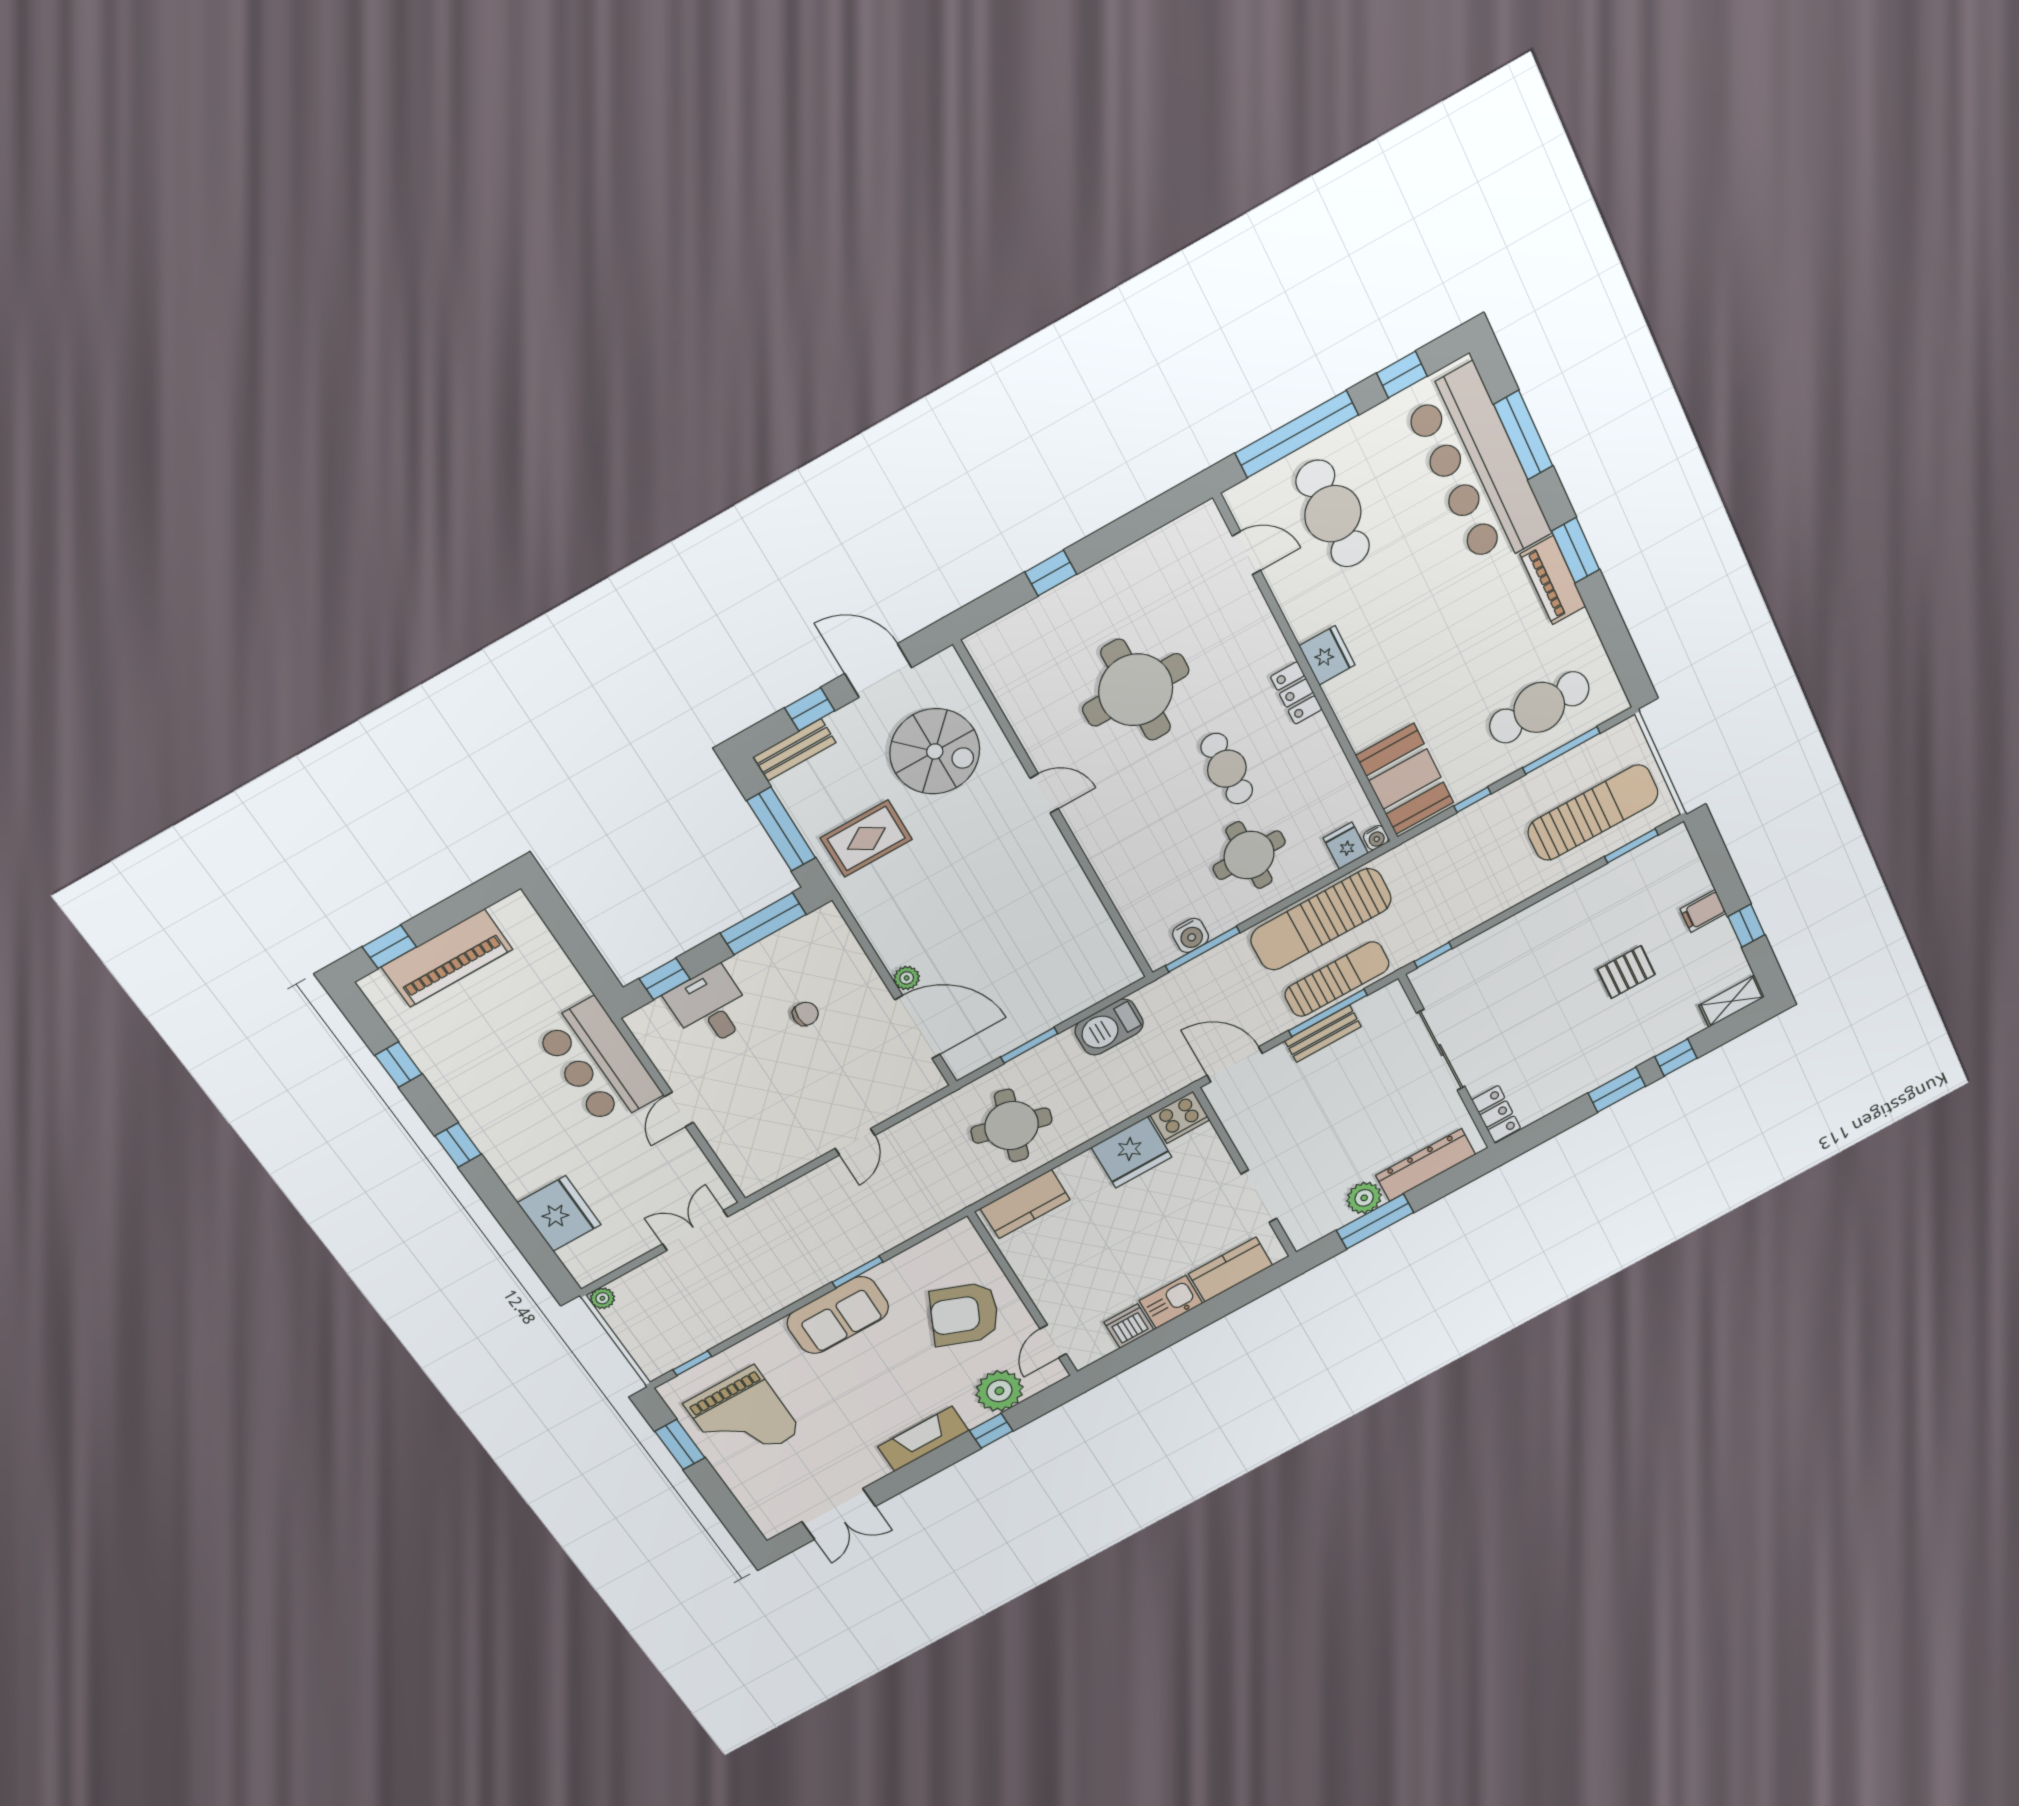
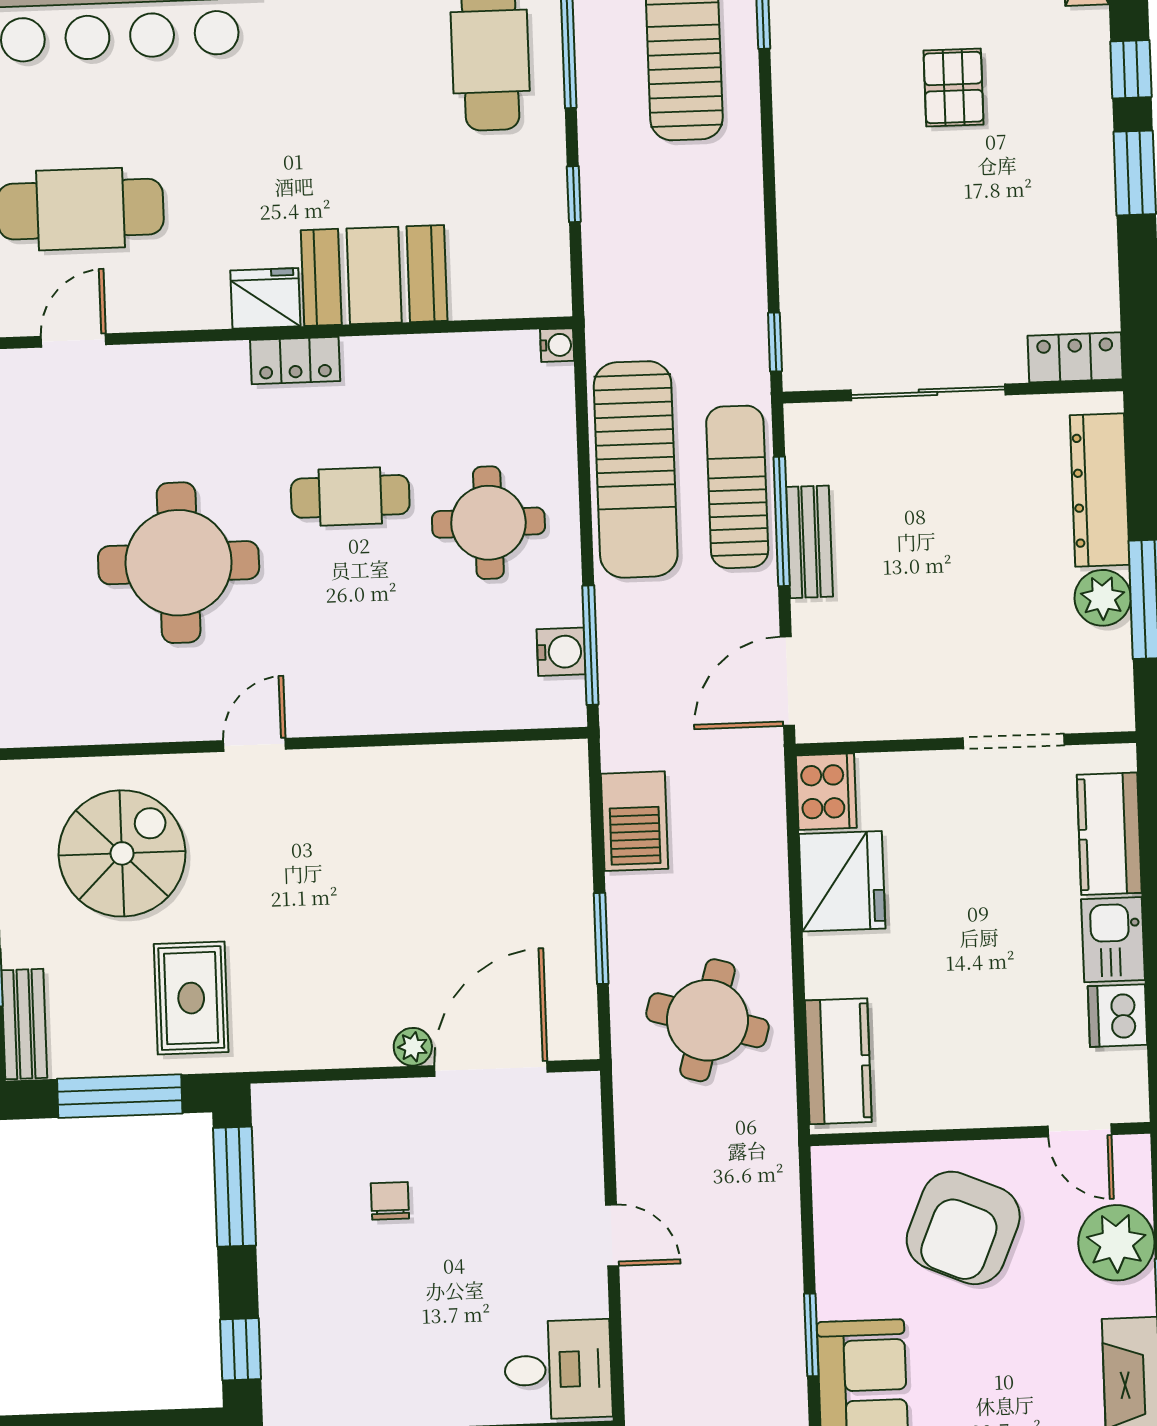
booth: (1405, 779) -> (374, 275), moved
fridge: (1346, 846) -> (546, 390), removed
desk: (710, 1007) -> (558, 1370), moved, turned 180

